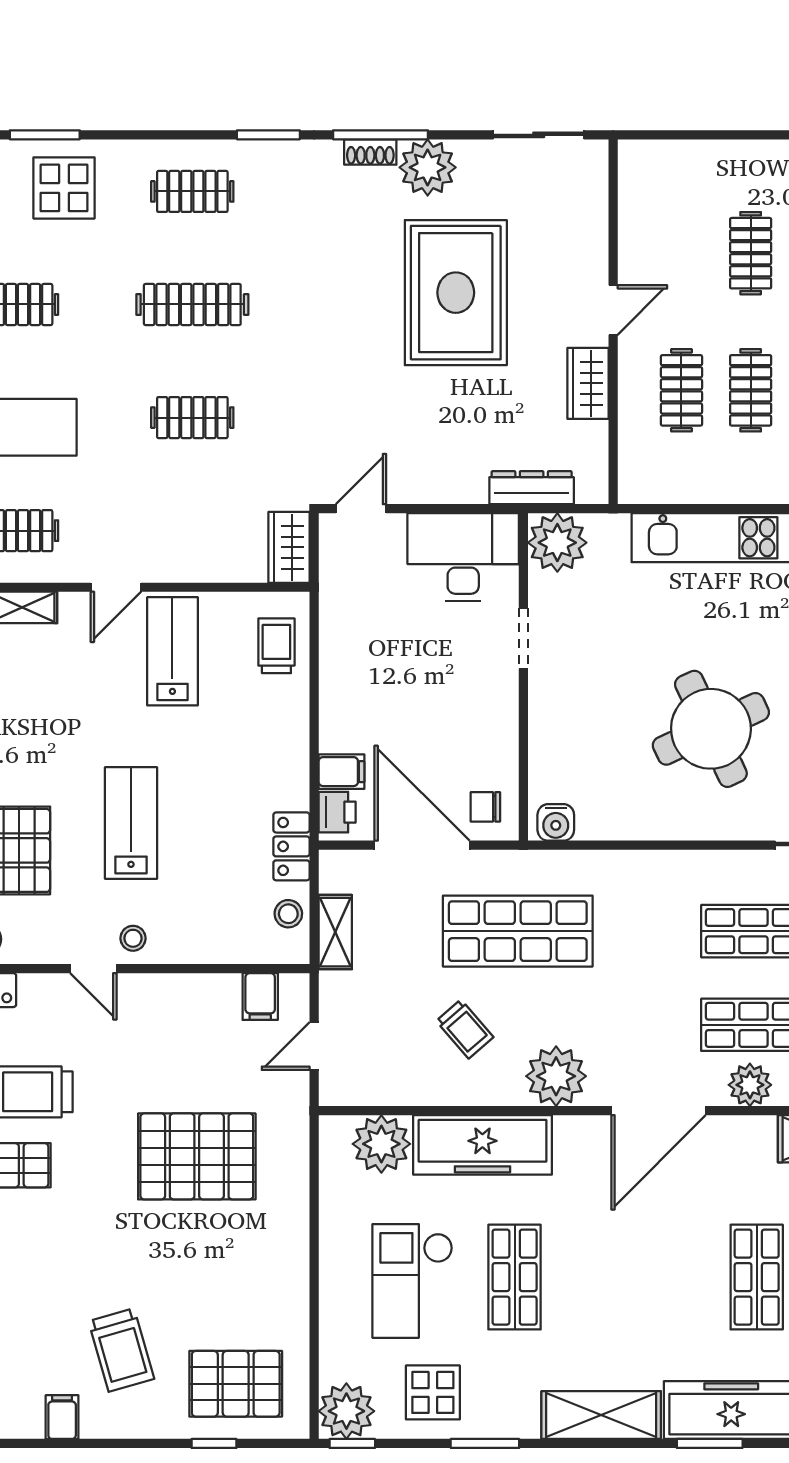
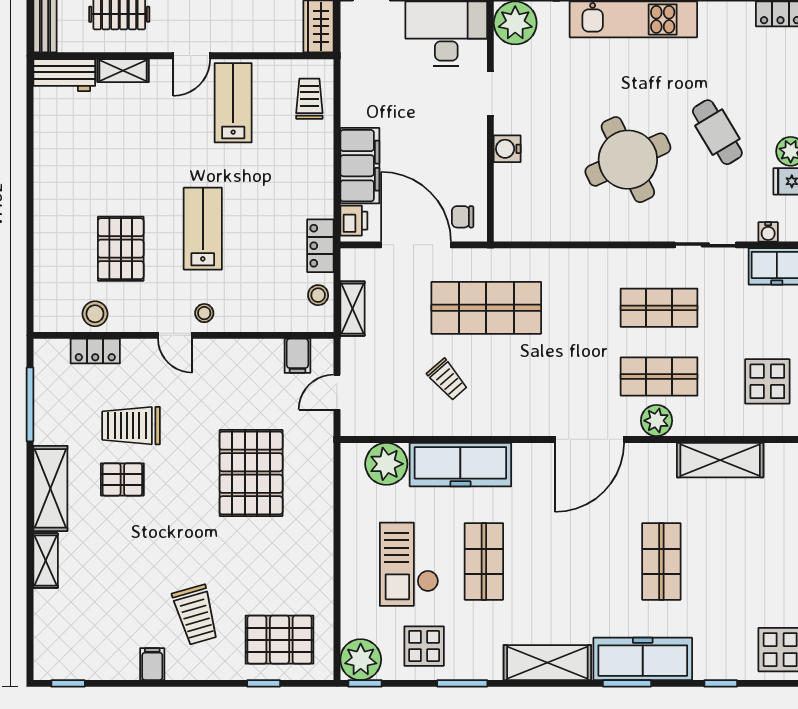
filing cabinet: (341, 772) -> (360, 166), width x3.00, depth x1.17
water cooler: (556, 822) -> (507, 149), moved, turned 90
plant: (556, 1076) -> (514, 414), removed
pallet: (197, 1156) -> (251, 473), turned 90

